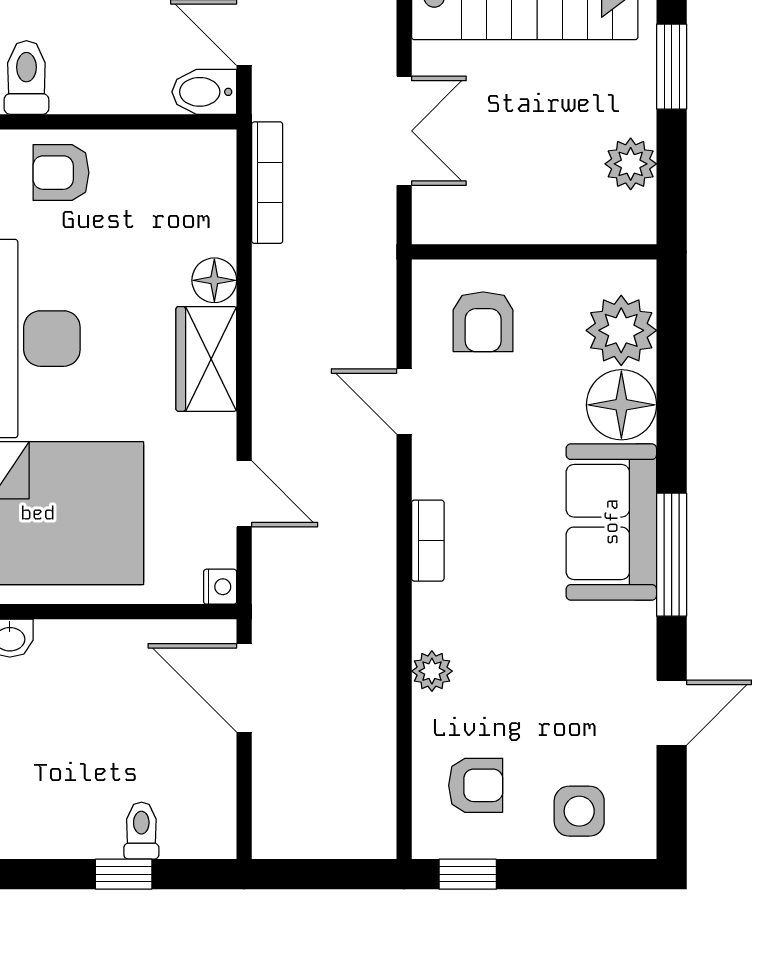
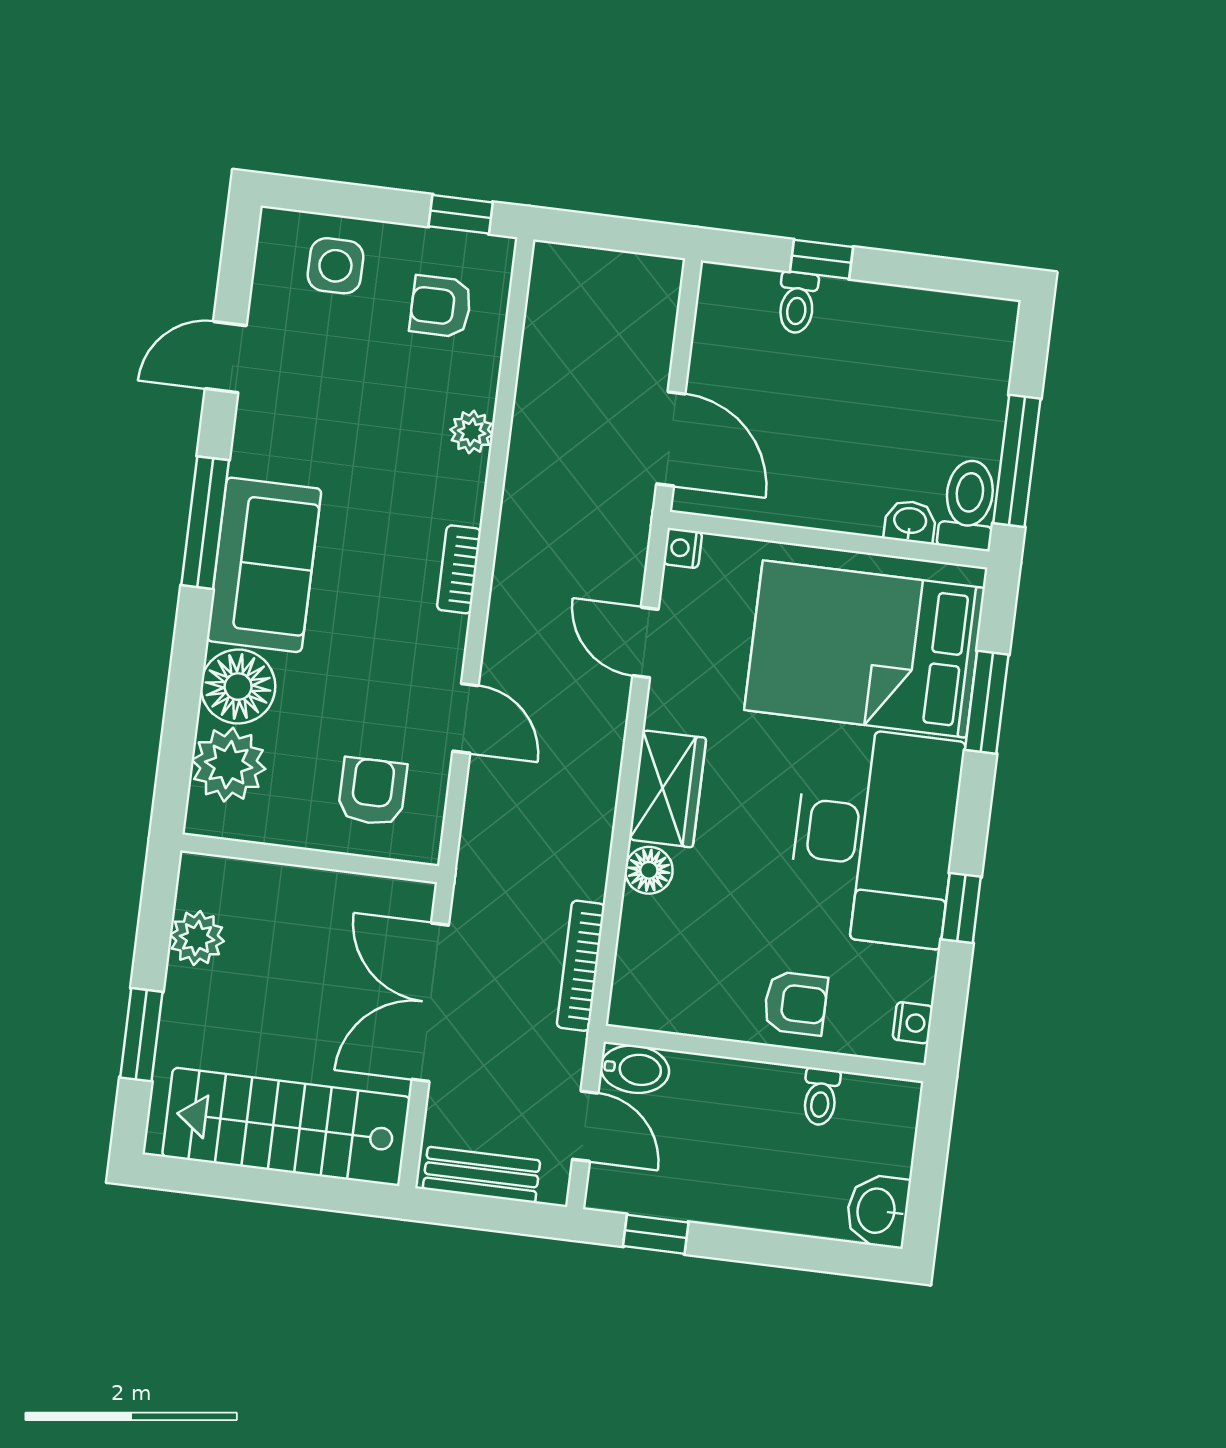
toilet: (26, 78) -> (821, 1097), width x0.73, depth x0.72
double door: (404, 131) -> (430, 1002), width x1.37

